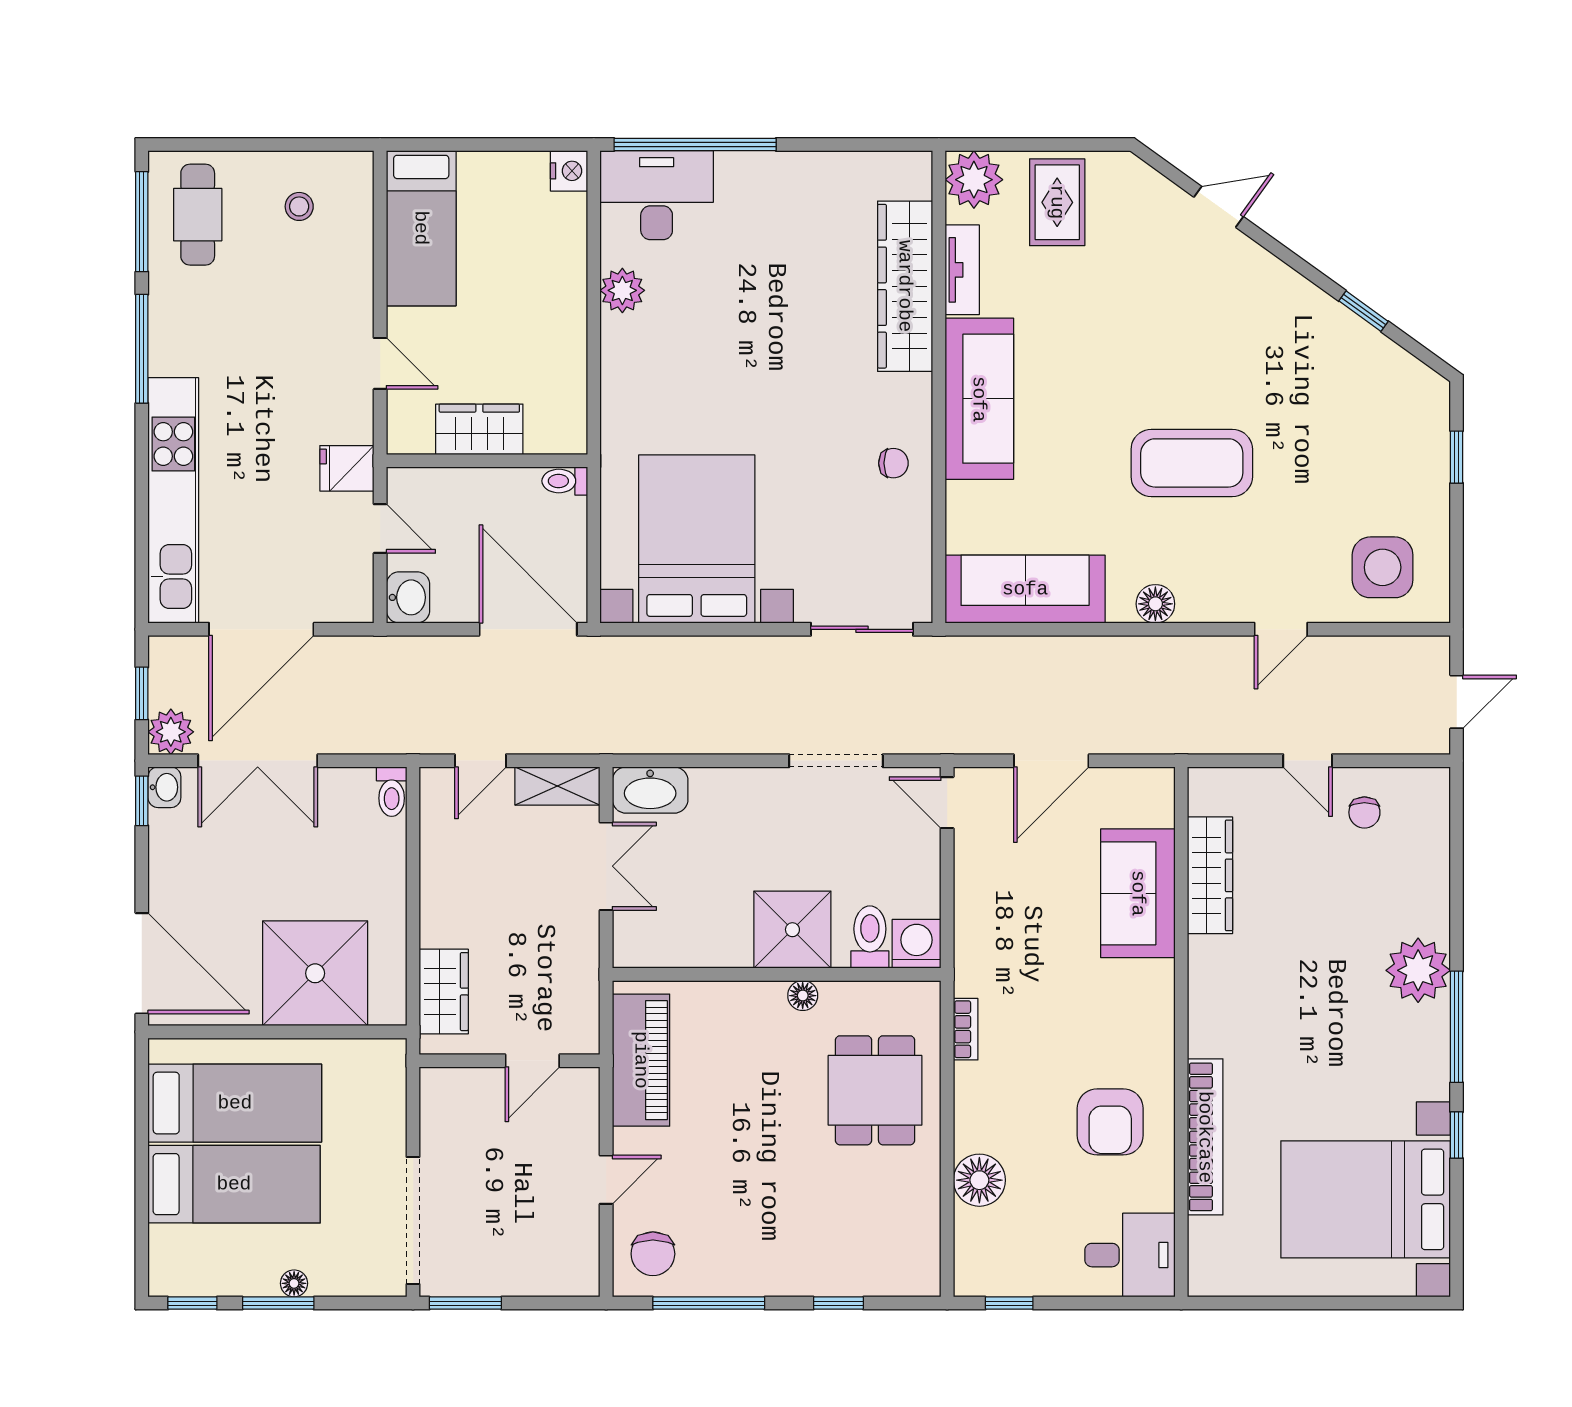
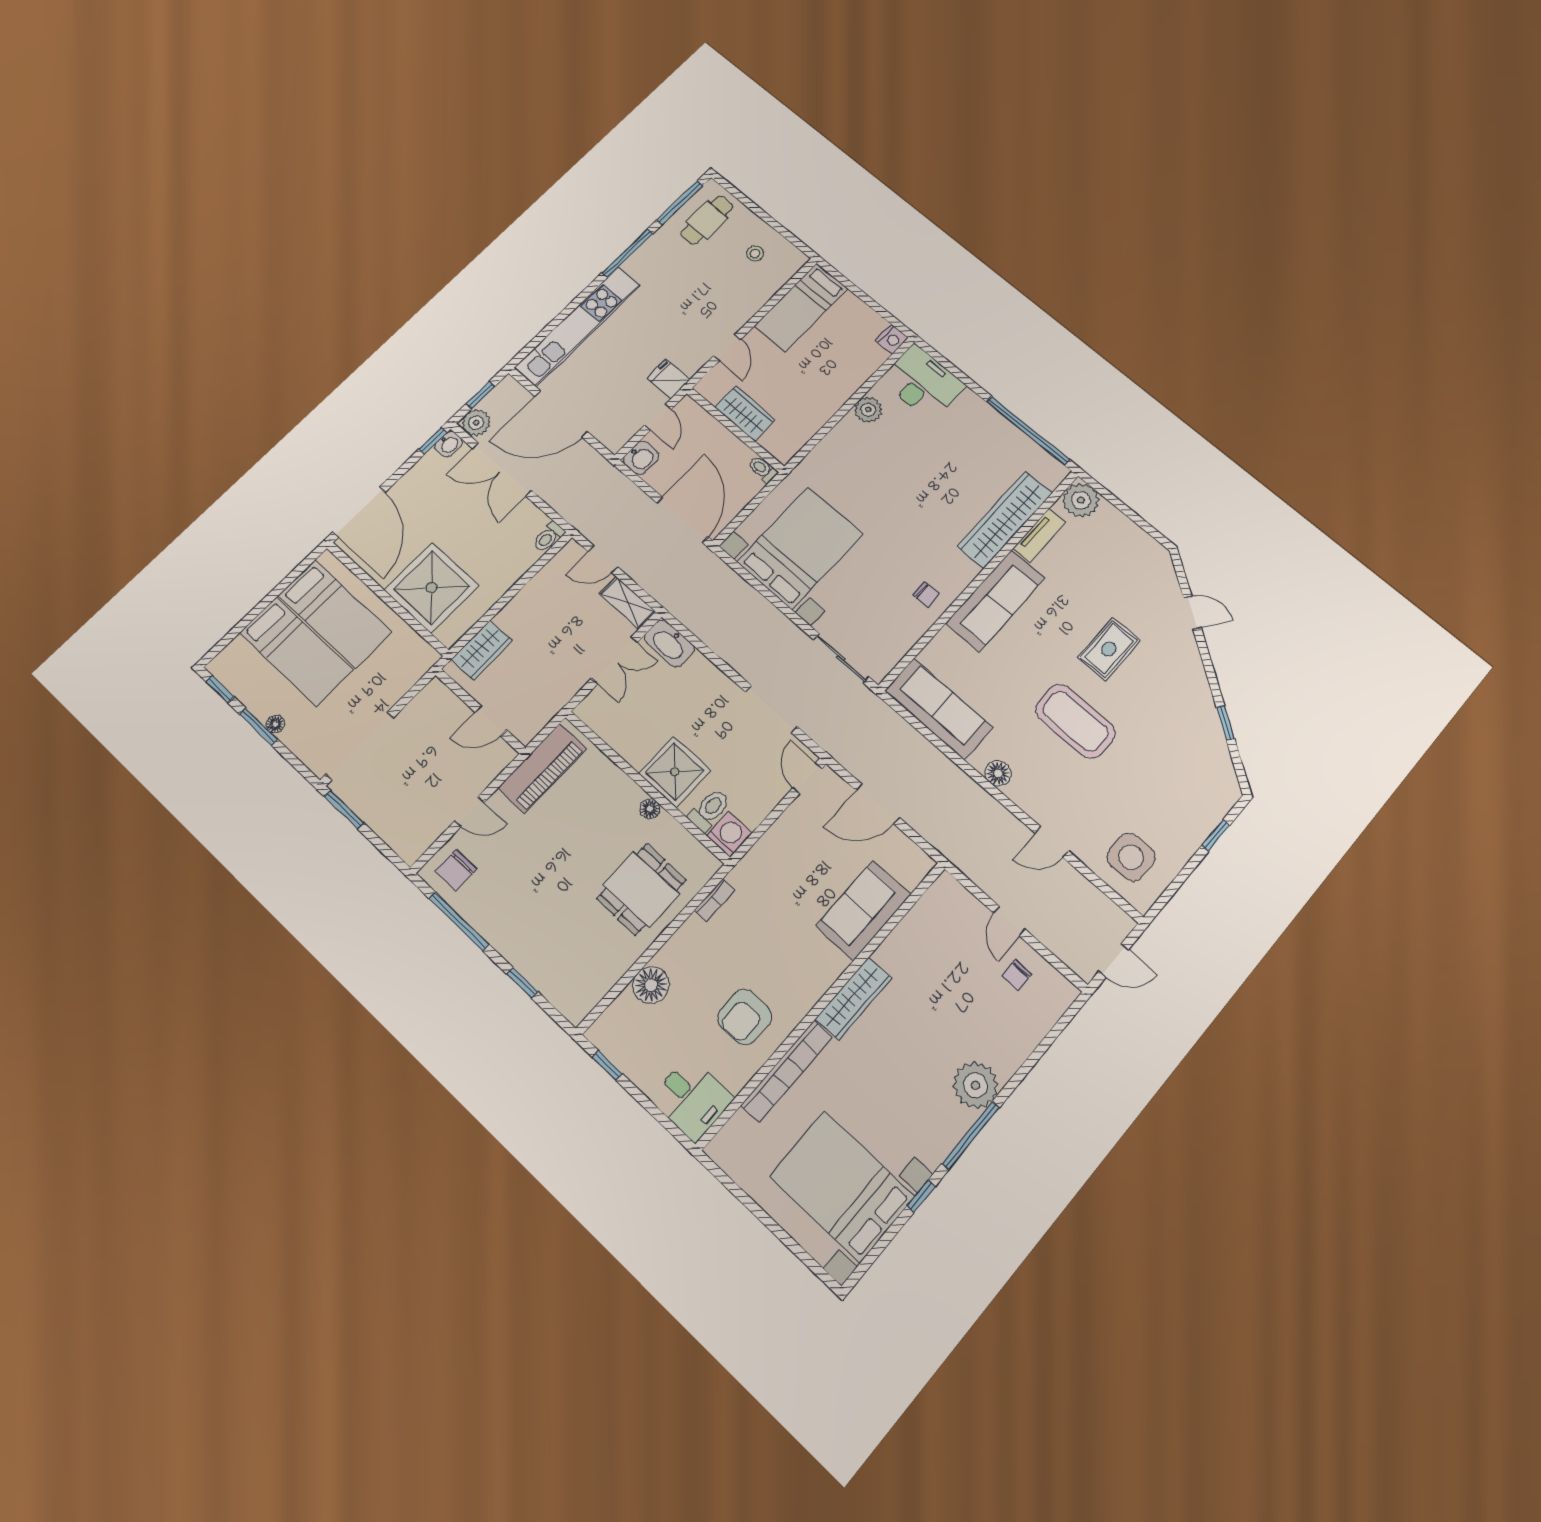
window: (695, 144) -> (1028, 430), moved
rug: (1057, 202) -> (1109, 649), moved
wardrobe: (1210, 875) -> (854, 999), moved

